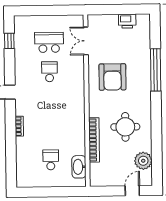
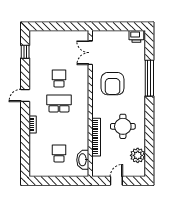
printer: (127, 21) -> (136, 36), moved
school desk: (49, 42) -> (59, 104), moved
door: (132, 191) -> (116, 181), moved

